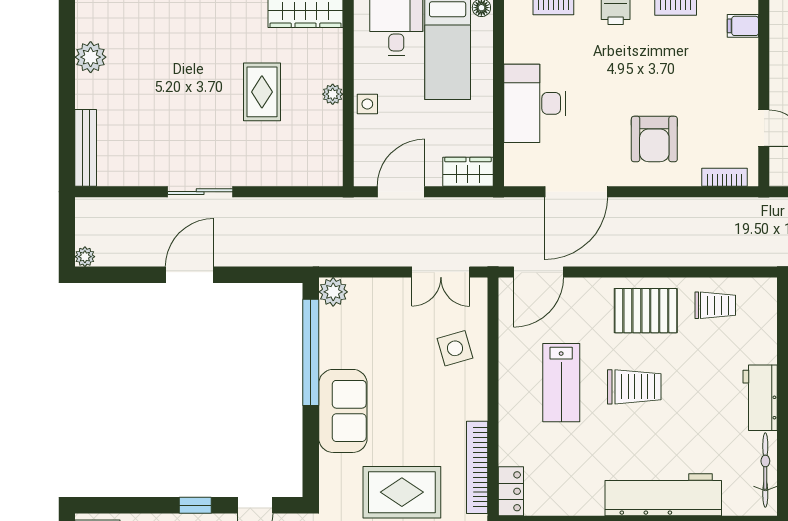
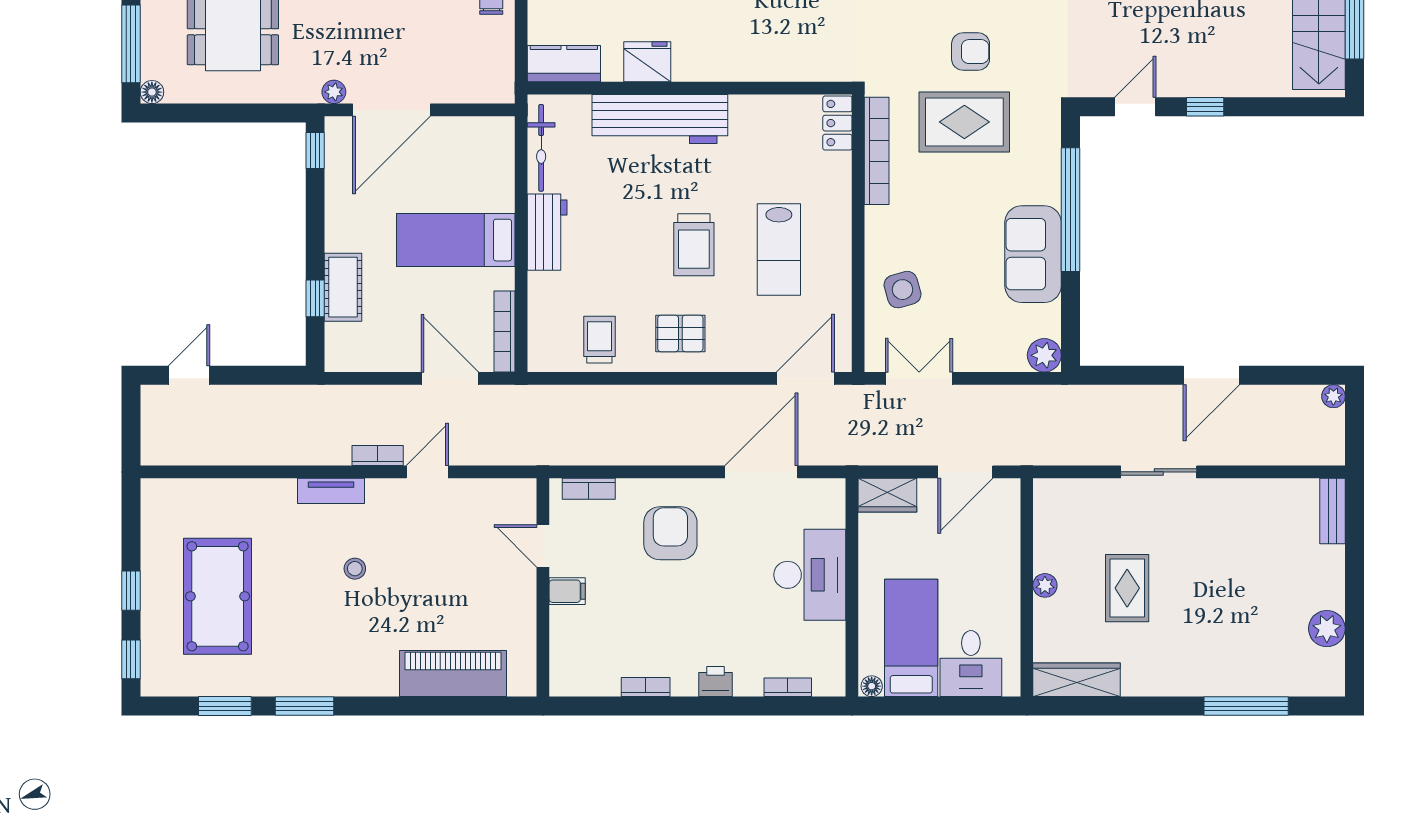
filing cabinet: (743, 26) -> (567, 591), moved
side table: (367, 104) -> (1005, 574), removed
bench: (86, 148) -> (1333, 511), width x0.73
sliding door: (200, 192) -> (1159, 472), moved
trolley: (715, 305) -> (599, 340), turned 90
pallet: (646, 311) -> (680, 333), width x0.67, depth x0.71
window: (311, 352) -> (1070, 210), moved
lab bench: (561, 383) -> (779, 250), turned 180
trolley: (634, 387) -> (694, 245), turned -90
sofa: (343, 411) -> (1033, 254), moved

